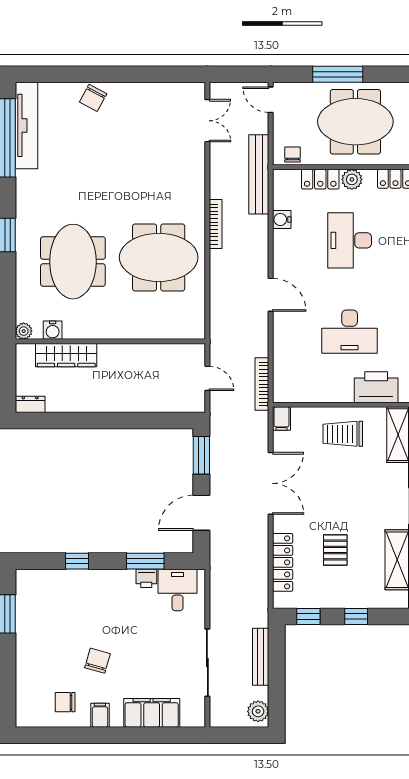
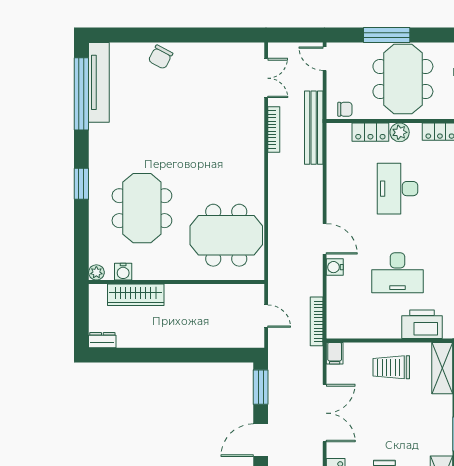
meeting table: (355, 122) -> (403, 79), turned 90
chair: (293, 154) -> (345, 109), turned 90
water cooler: (282, 219) -> (335, 267), moved
bookcase: (216, 224) -> (274, 129), moved
meeting table: (159, 257) -> (226, 235), moved

